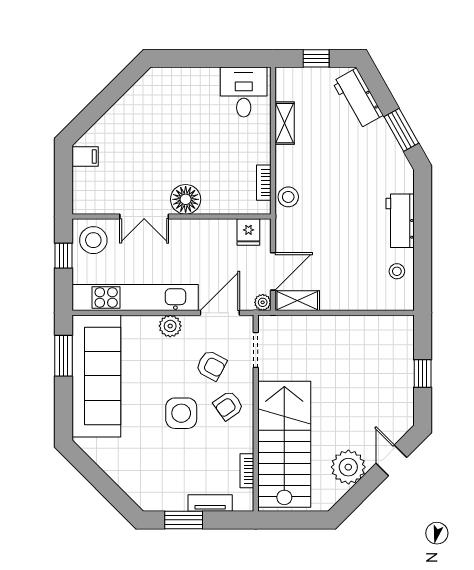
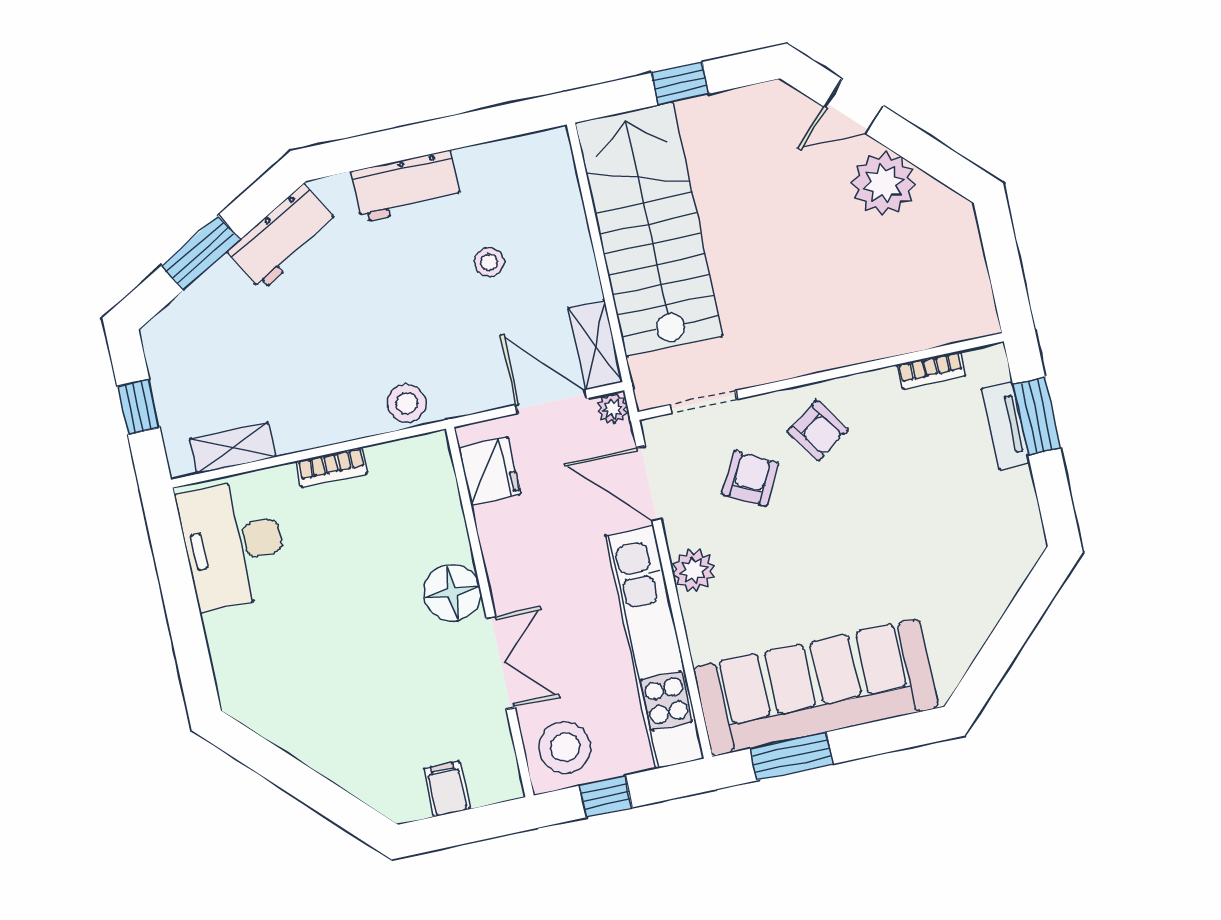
desk: (244, 92) -> (233, 544), width x1.37
workbench: (358, 98) -> (283, 237), moved
shelving: (285, 123) -> (233, 448), moved
window: (401, 130) -> (201, 253), moved
filing cabinet: (85, 157) -> (447, 789), moved
bookcase: (264, 183) -> (332, 467), moved
fridge: (248, 232) -> (490, 471), width x1.38
stool: (397, 271) -> (489, 262), moved
side table: (181, 413) -> (851, 515), removed
stairs: (284, 444) -> (649, 229), moved, turned 90
window: (184, 520) -> (1037, 416), moved

